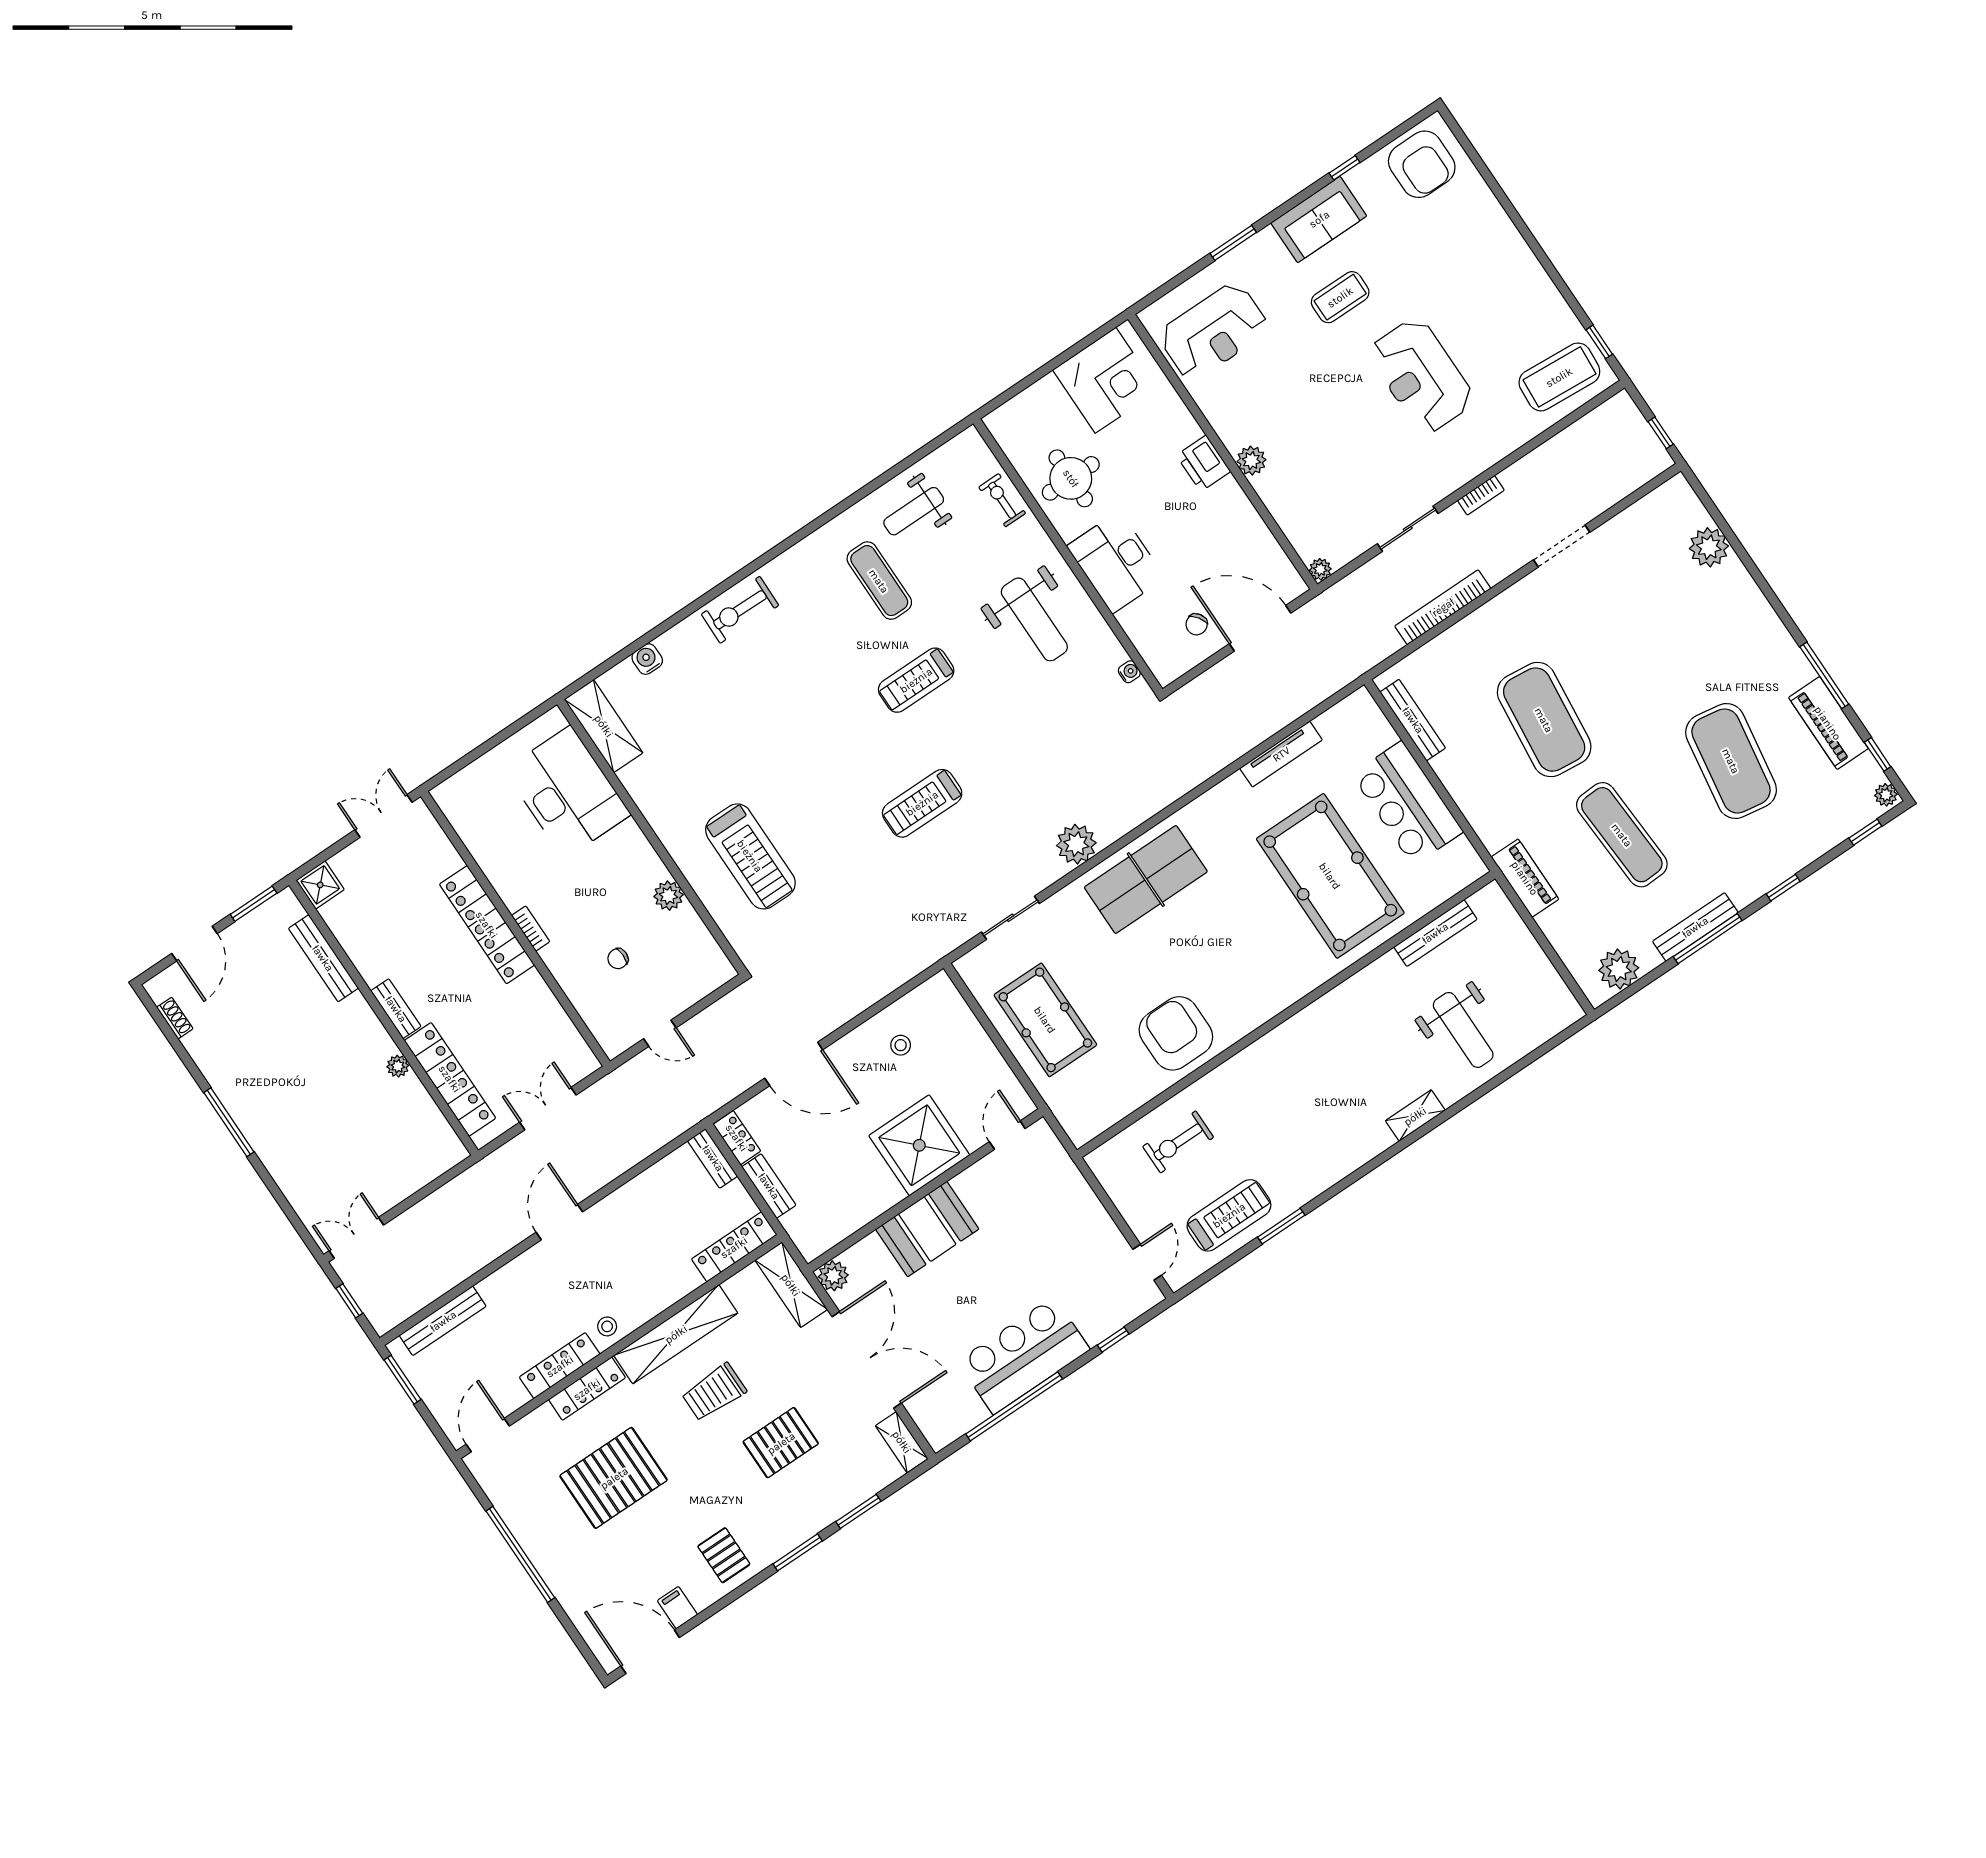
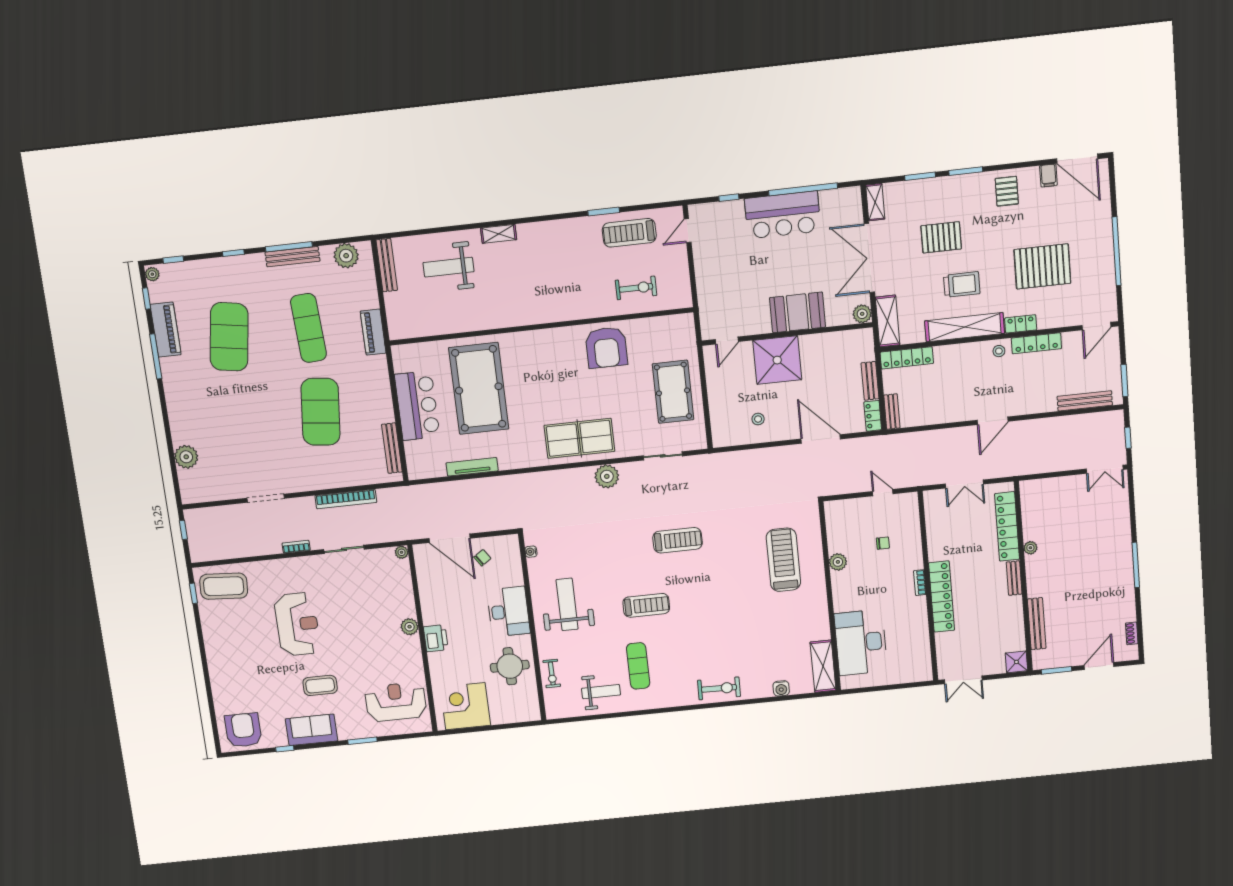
bench: (1435, 933) -> (387, 265), moved, turned 90
weight bench: (1463, 1030) -> (448, 267), turned -90
locker: (587, 1389) -> (1021, 324), width x0.66

